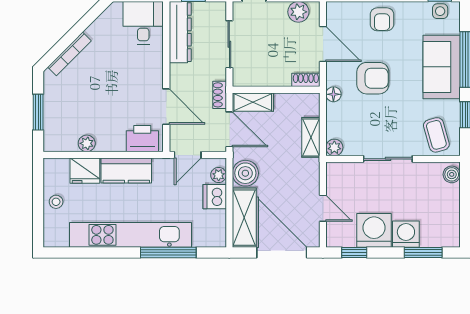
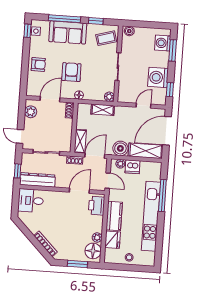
floor lamp: (63, 138) -> (93, 251), added
washing machine: (406, 234) -> (163, 43), moved

